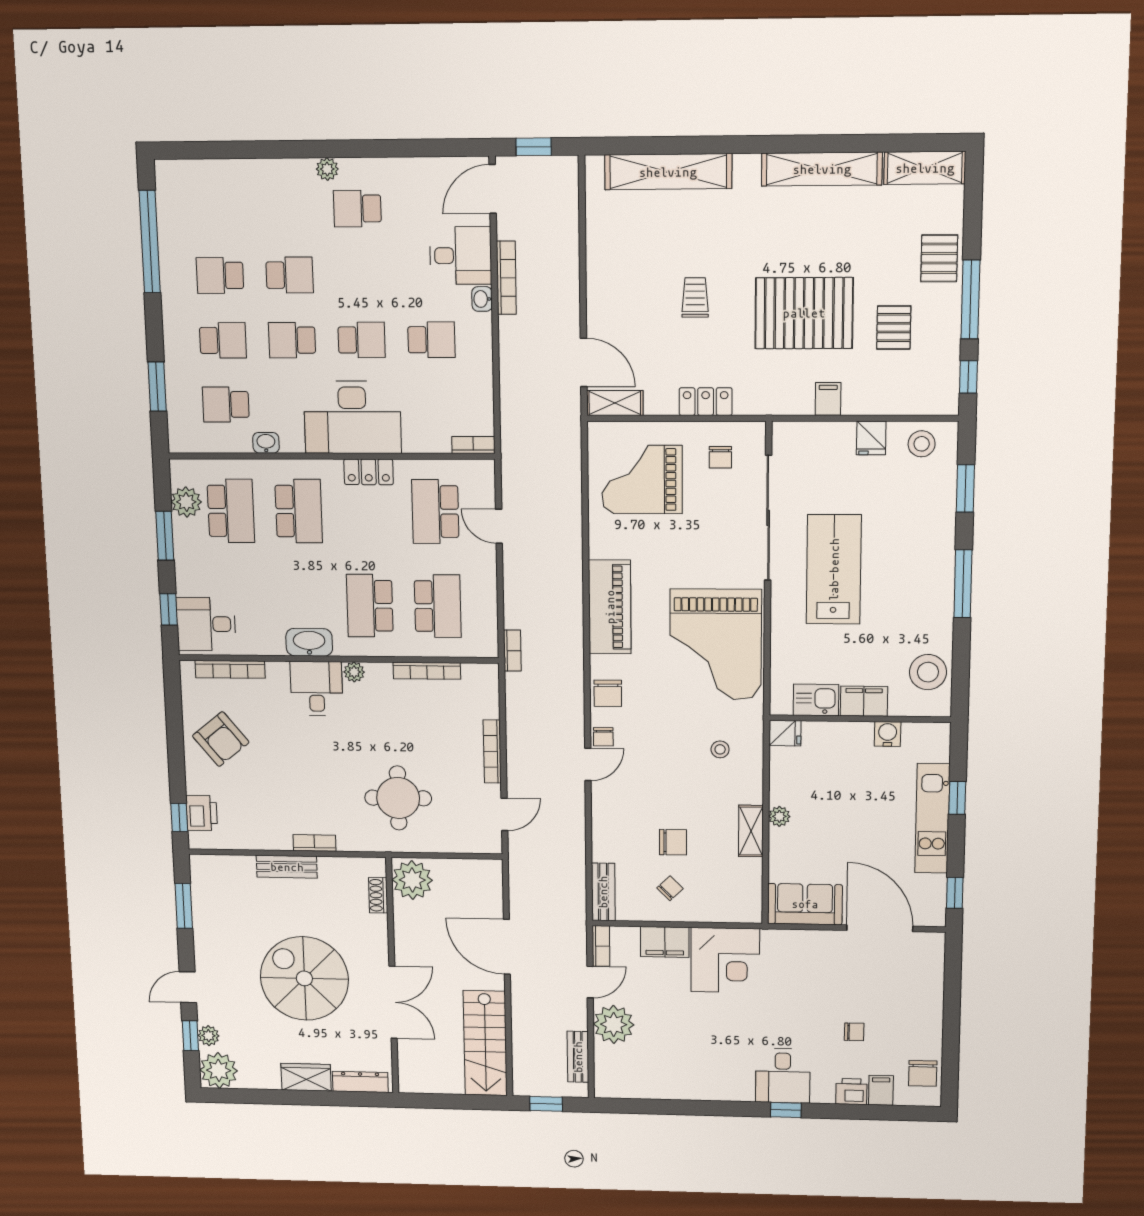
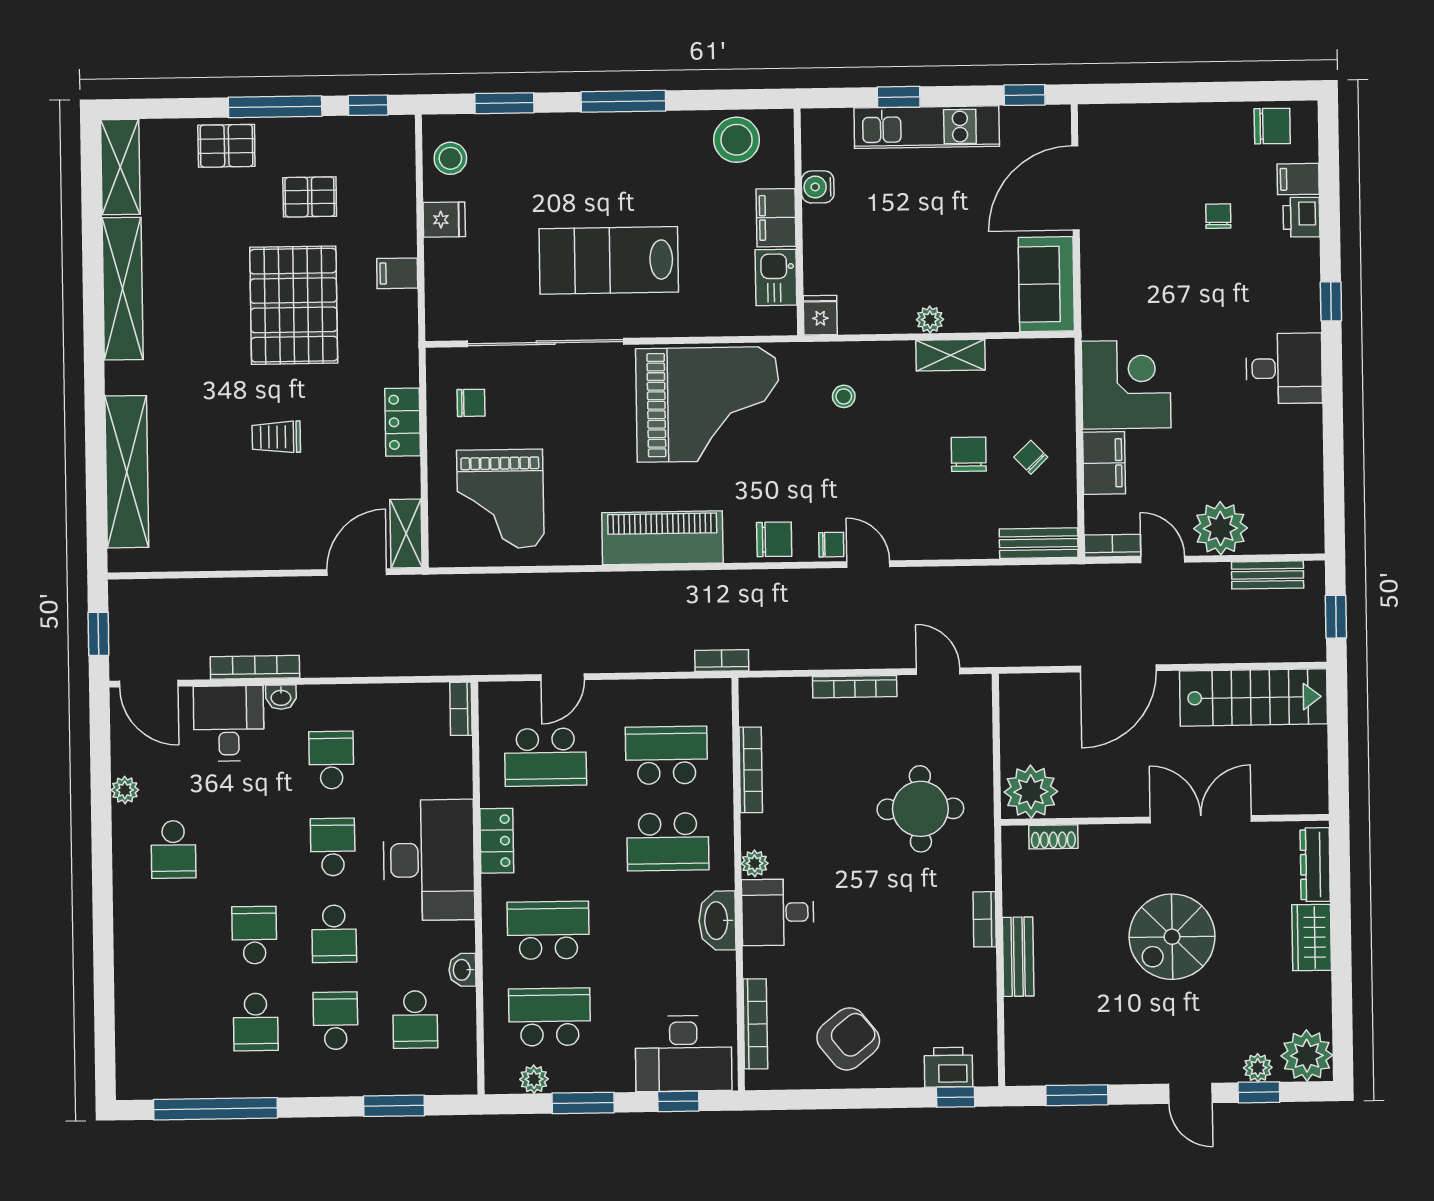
plant: (327, 169) -> (125, 790), moved
plant: (186, 502) -> (534, 1079), width x0.73, depth x0.73
desk: (206, 624) -> (684, 1054), width x1.37
spiral stairs: (304, 978) -> (1172, 937), width x0.73, depth x0.73
desk: (783, 1076) -> (1284, 368), moved

